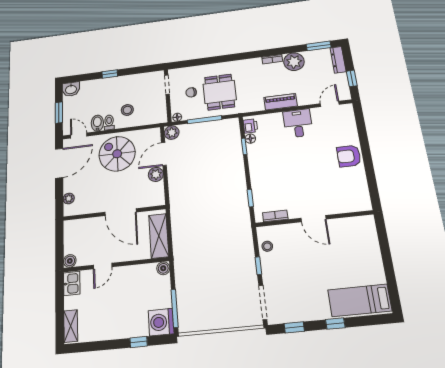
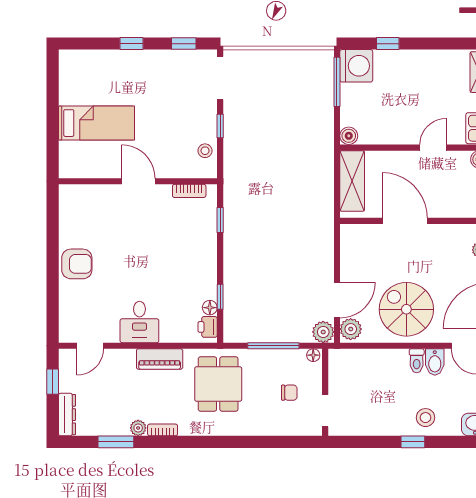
window: (319, 46) -> (116, 442), moved
plant: (294, 62) -> (138, 428), width x0.53, depth x0.53
dining table: (220, 92) -> (218, 384), moved
stool: (127, 110) -> (425, 418), moved
spiral stairs: (117, 154) -> (406, 309), turned 180
plant: (156, 174) -> (351, 329), moved
bed: (360, 300) -> (96, 123), moved

